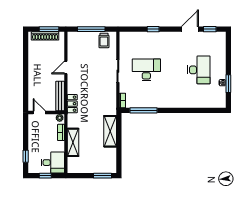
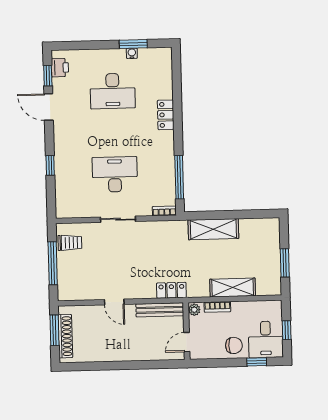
printer: (215, 37) -> (60, 68), added
desk: (146, 70) -> (115, 174), turned 90
desk: (199, 70) -> (113, 91), turned 180
locker: (183, 103) -> (166, 115), added
chair: (36, 142) -> (234, 345), added
desk: (53, 163) -> (266, 339), moved, turned 180
window: (102, 176) -> (285, 263), moved

